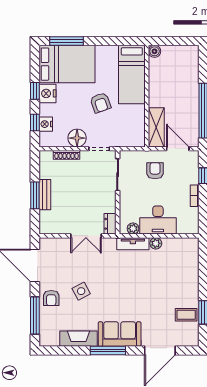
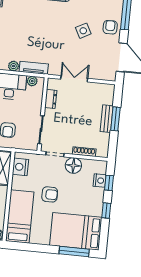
nightstand: (47, 93) -> (20, 167), moved, turned 180
armchair: (101, 103) -> (50, 194), turned 109
dresser: (110, 224) -> (51, 99), moved

